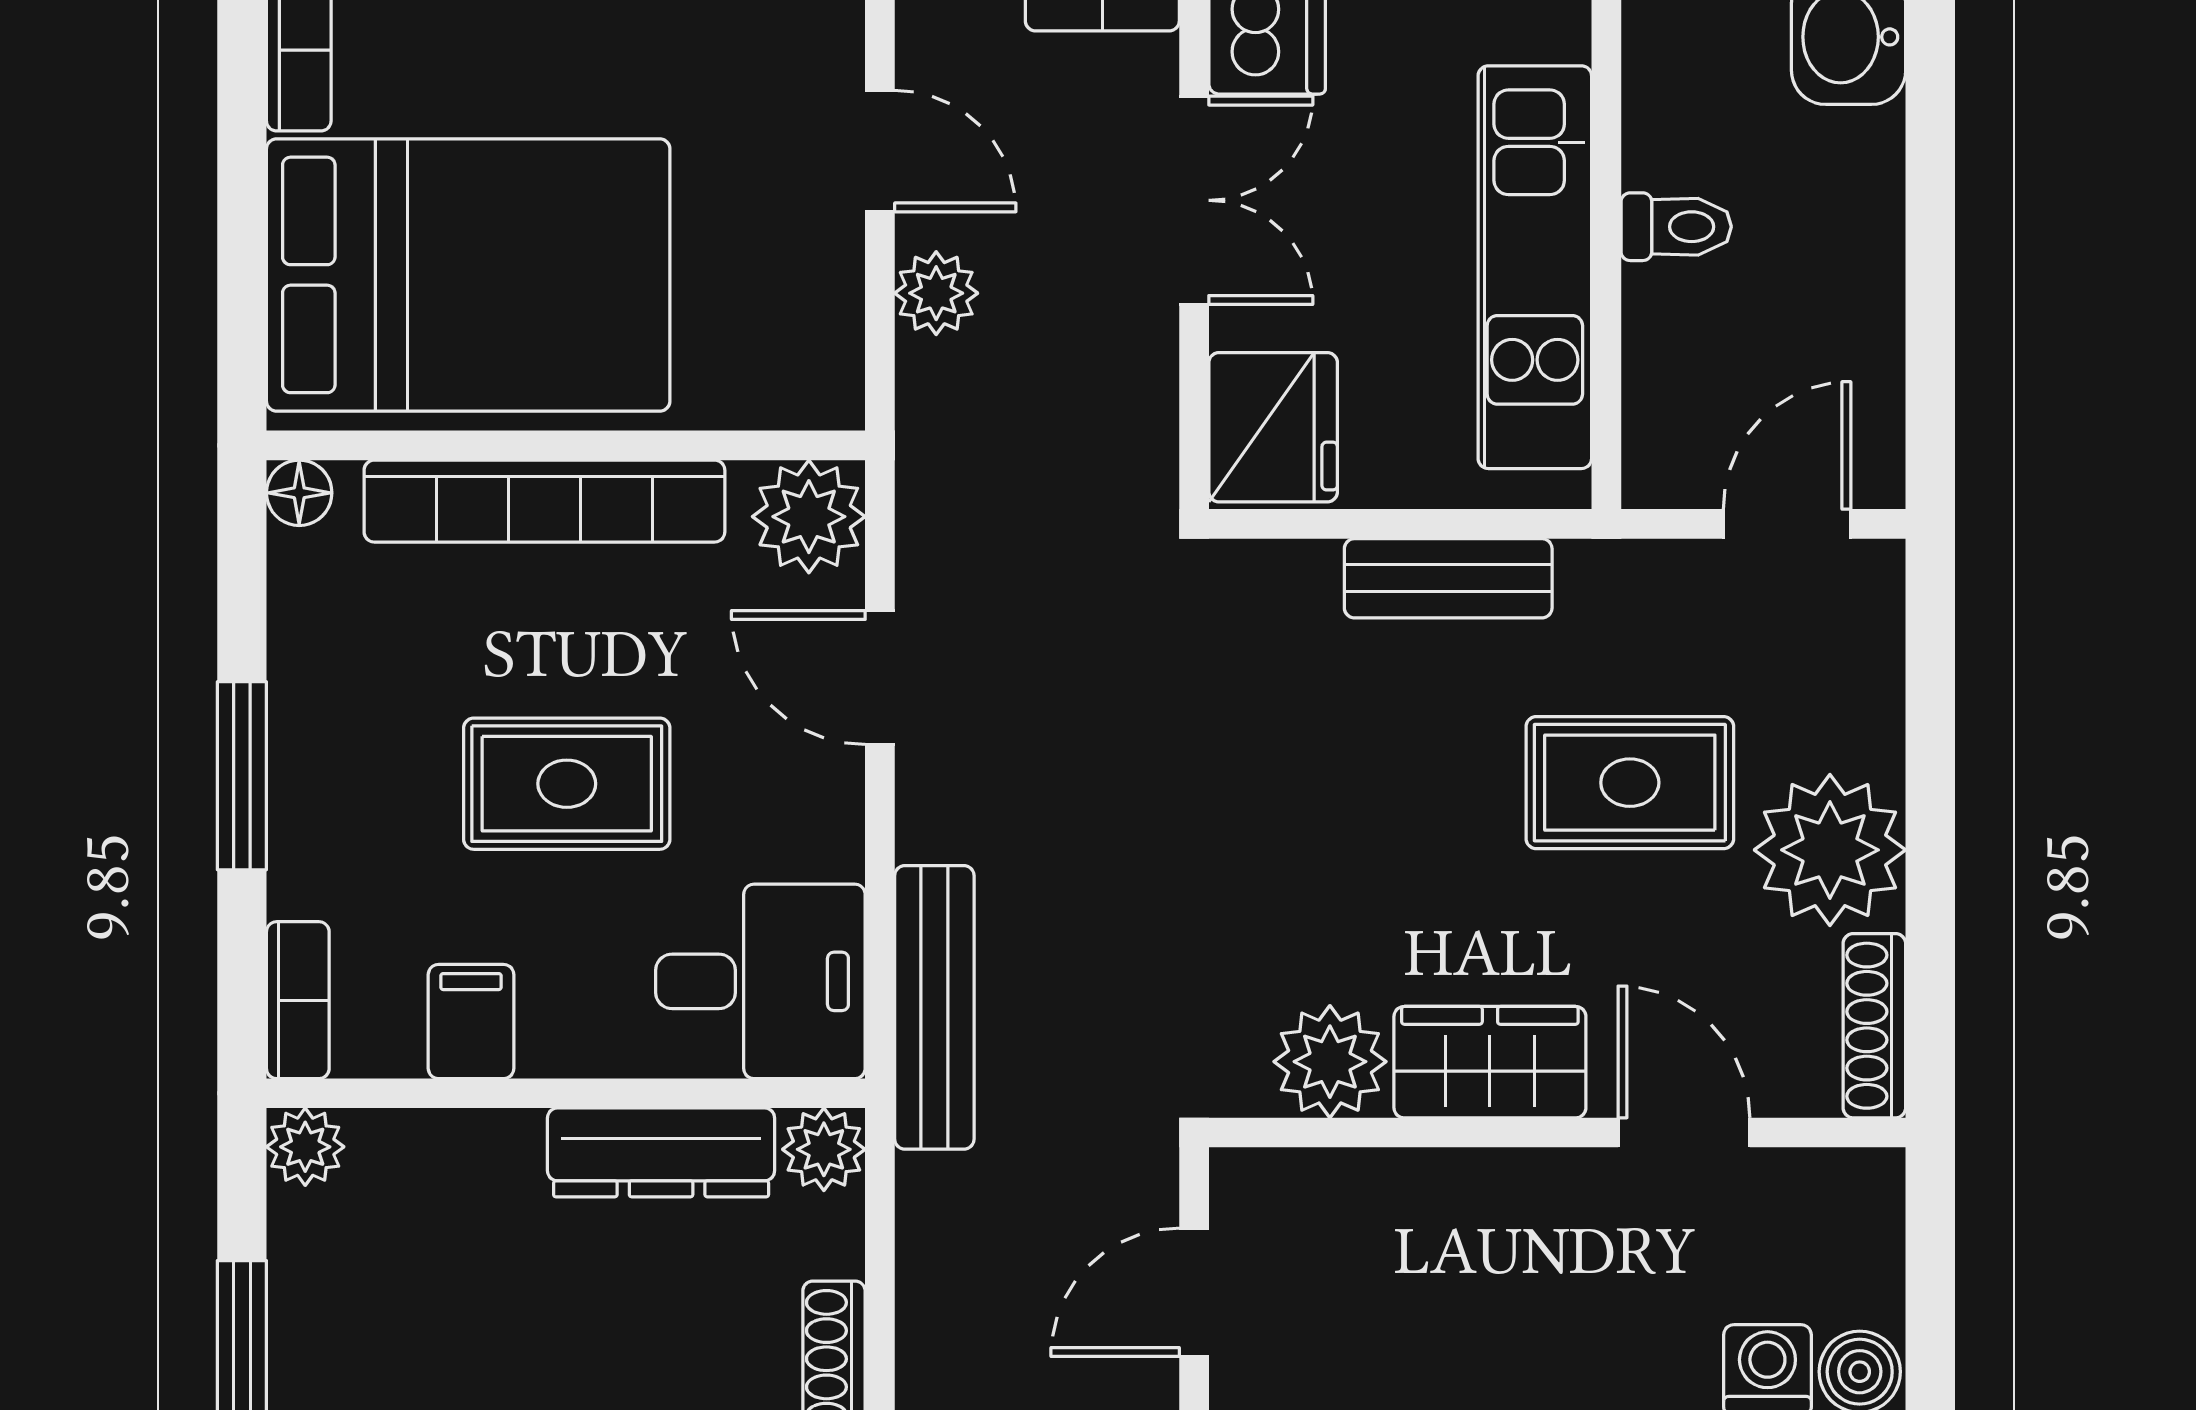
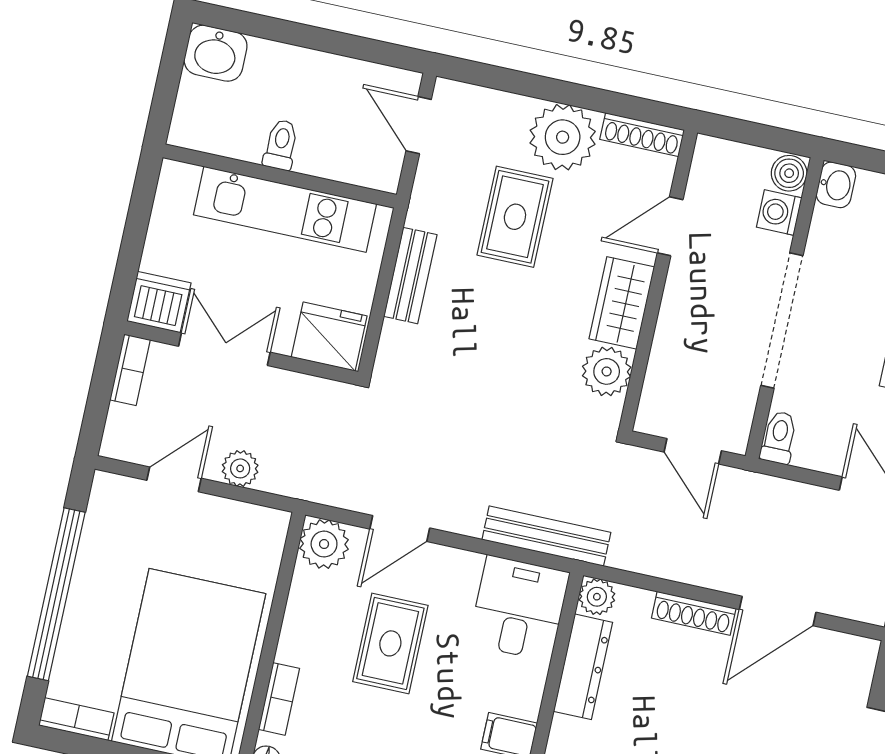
bookcase: (544, 501) -> (279, 699), width x0.43, depth x0.76
rug: (567, 784) -> (390, 643), moved

